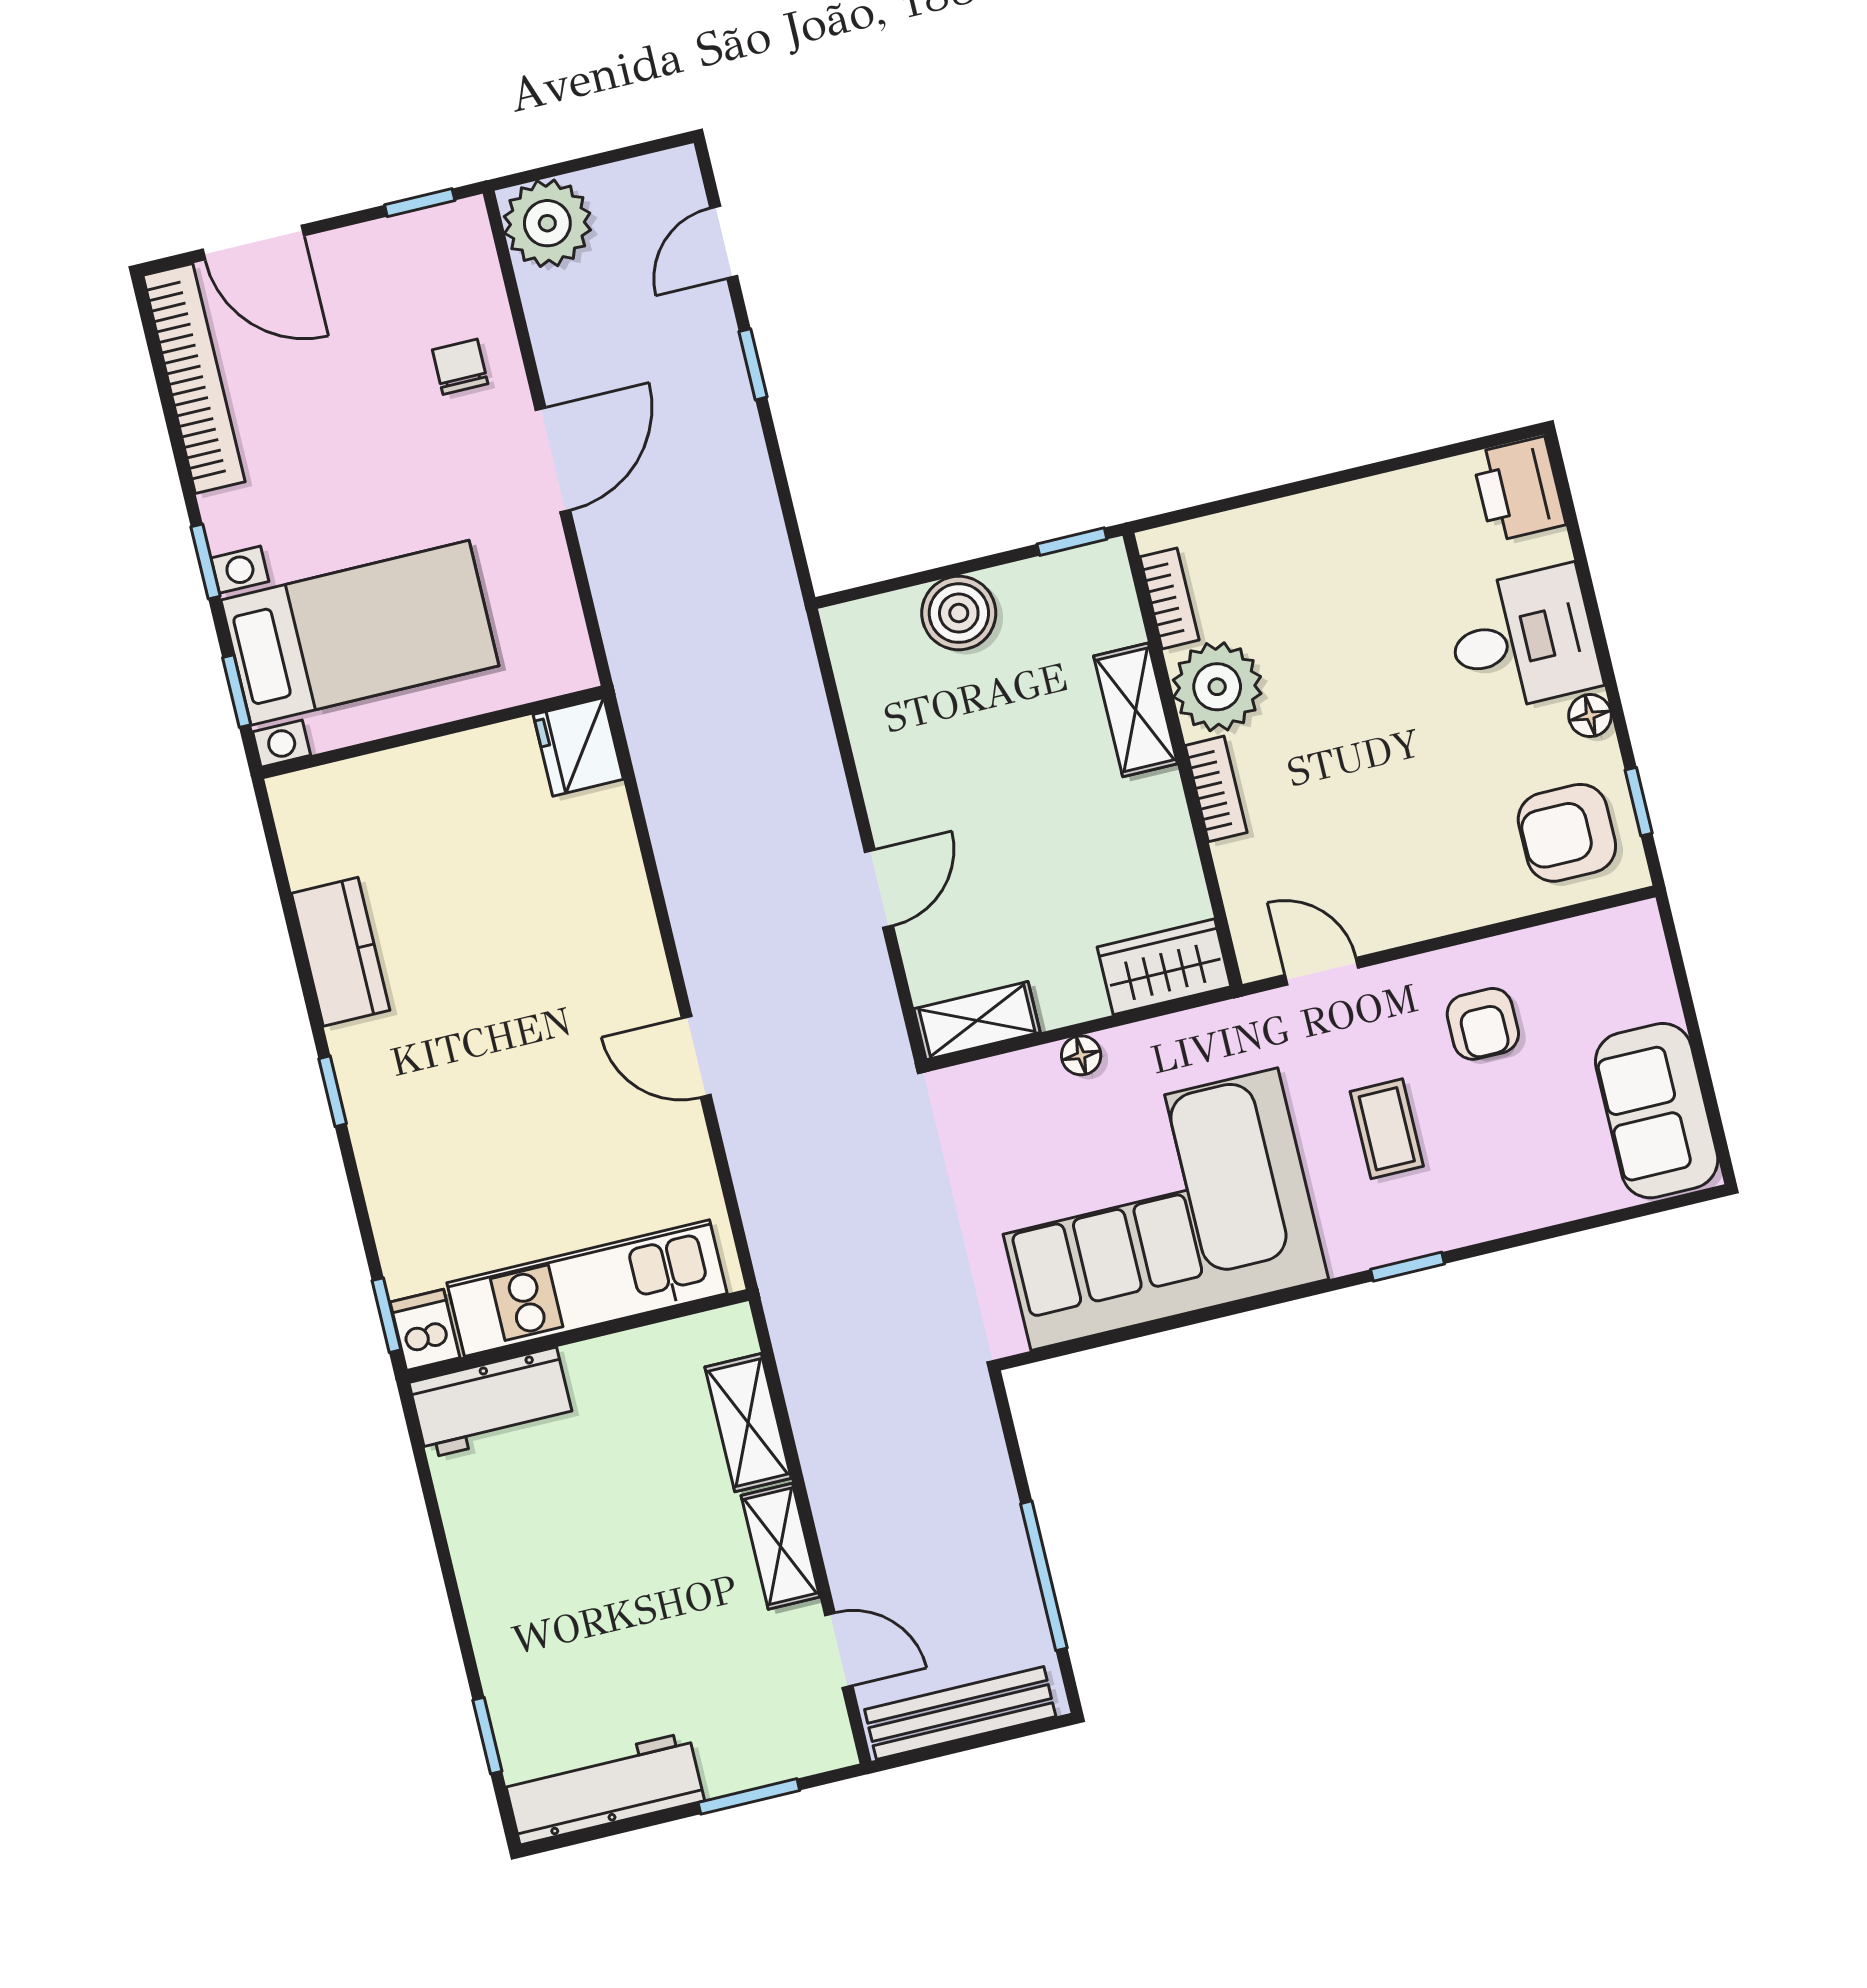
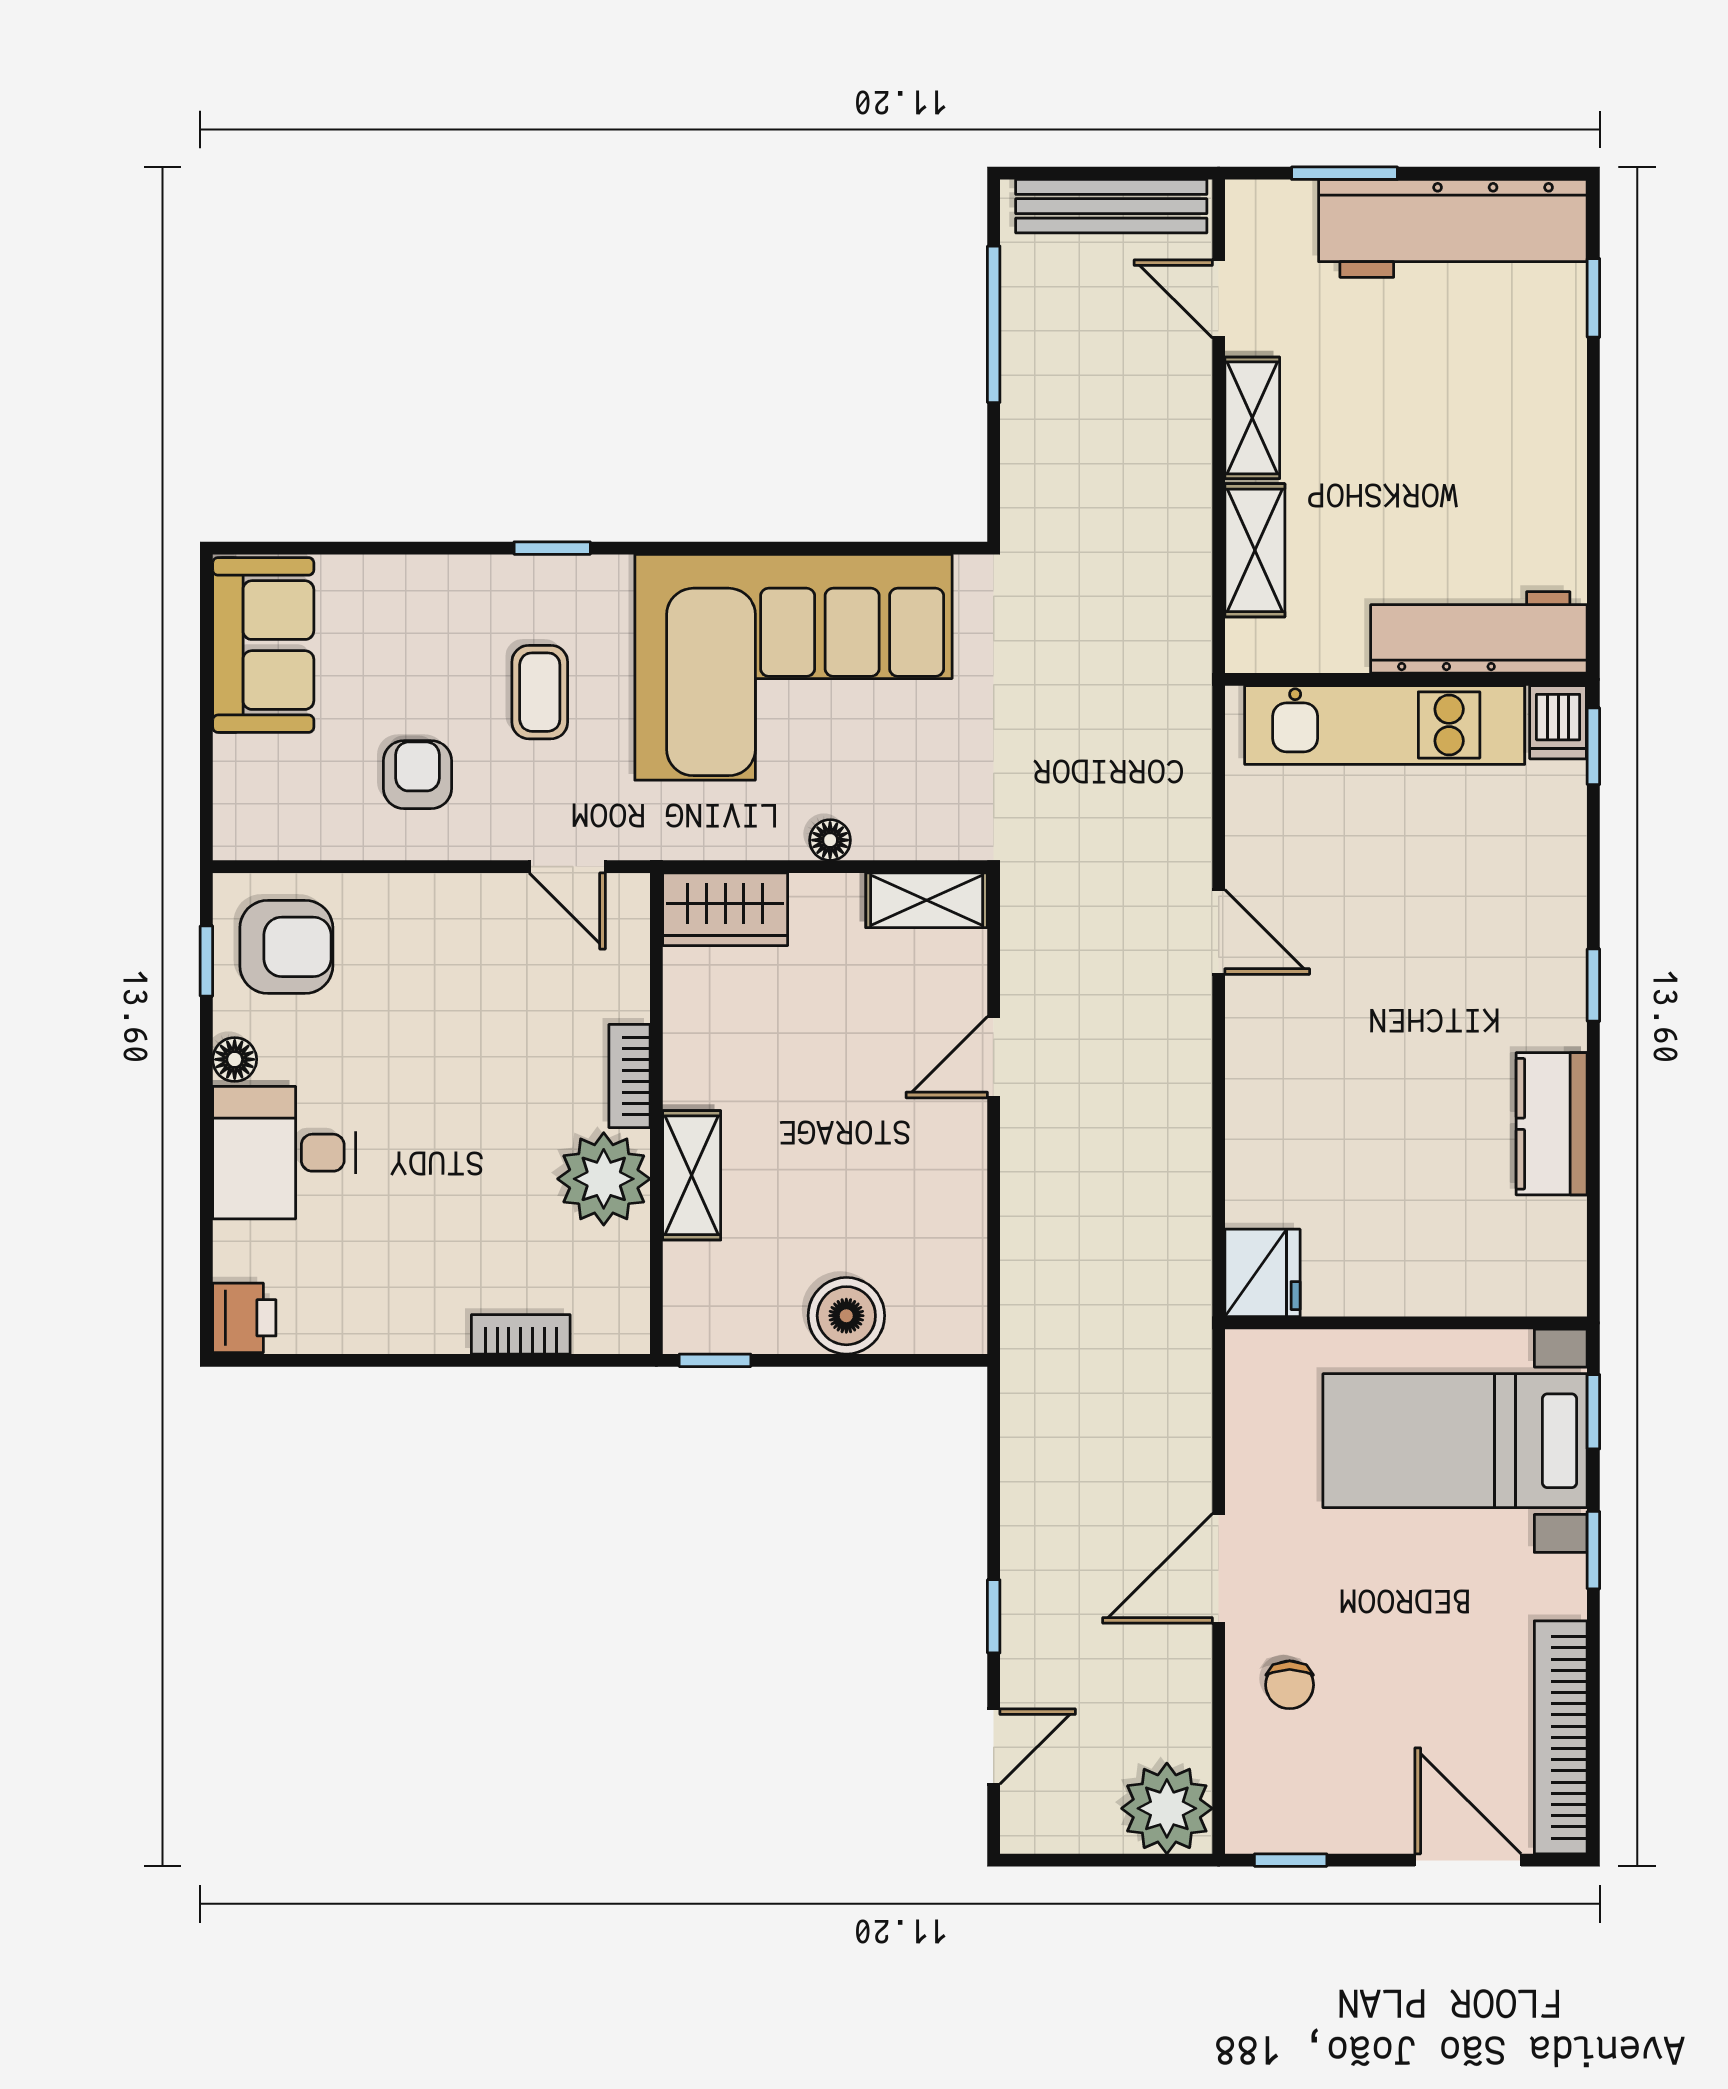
printer: (1519, 489) -> (244, 1318), width x0.73, depth x0.81
bookcase: (1170, 598) -> (521, 1334), moved, turned 90
workbench: (492, 1403) -> (1479, 632), width x1.37
workbench: (604, 1788) -> (1453, 228), width x1.36, depth x1.32

